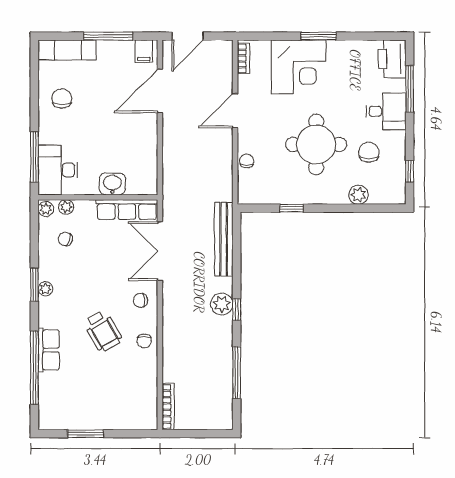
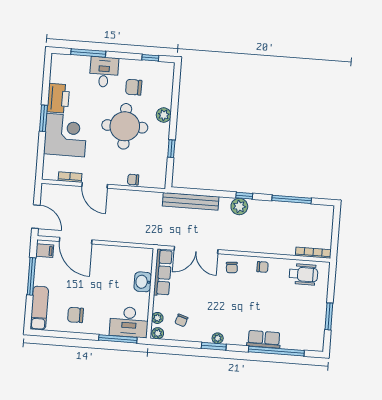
bookcase: (244, 58) -> (70, 177), moved
printer: (392, 59) -> (58, 98), moved, turned -90
plant: (358, 195) -> (164, 115), moved
wheelchair: (103, 331) -> (303, 274), moved, turned 30

